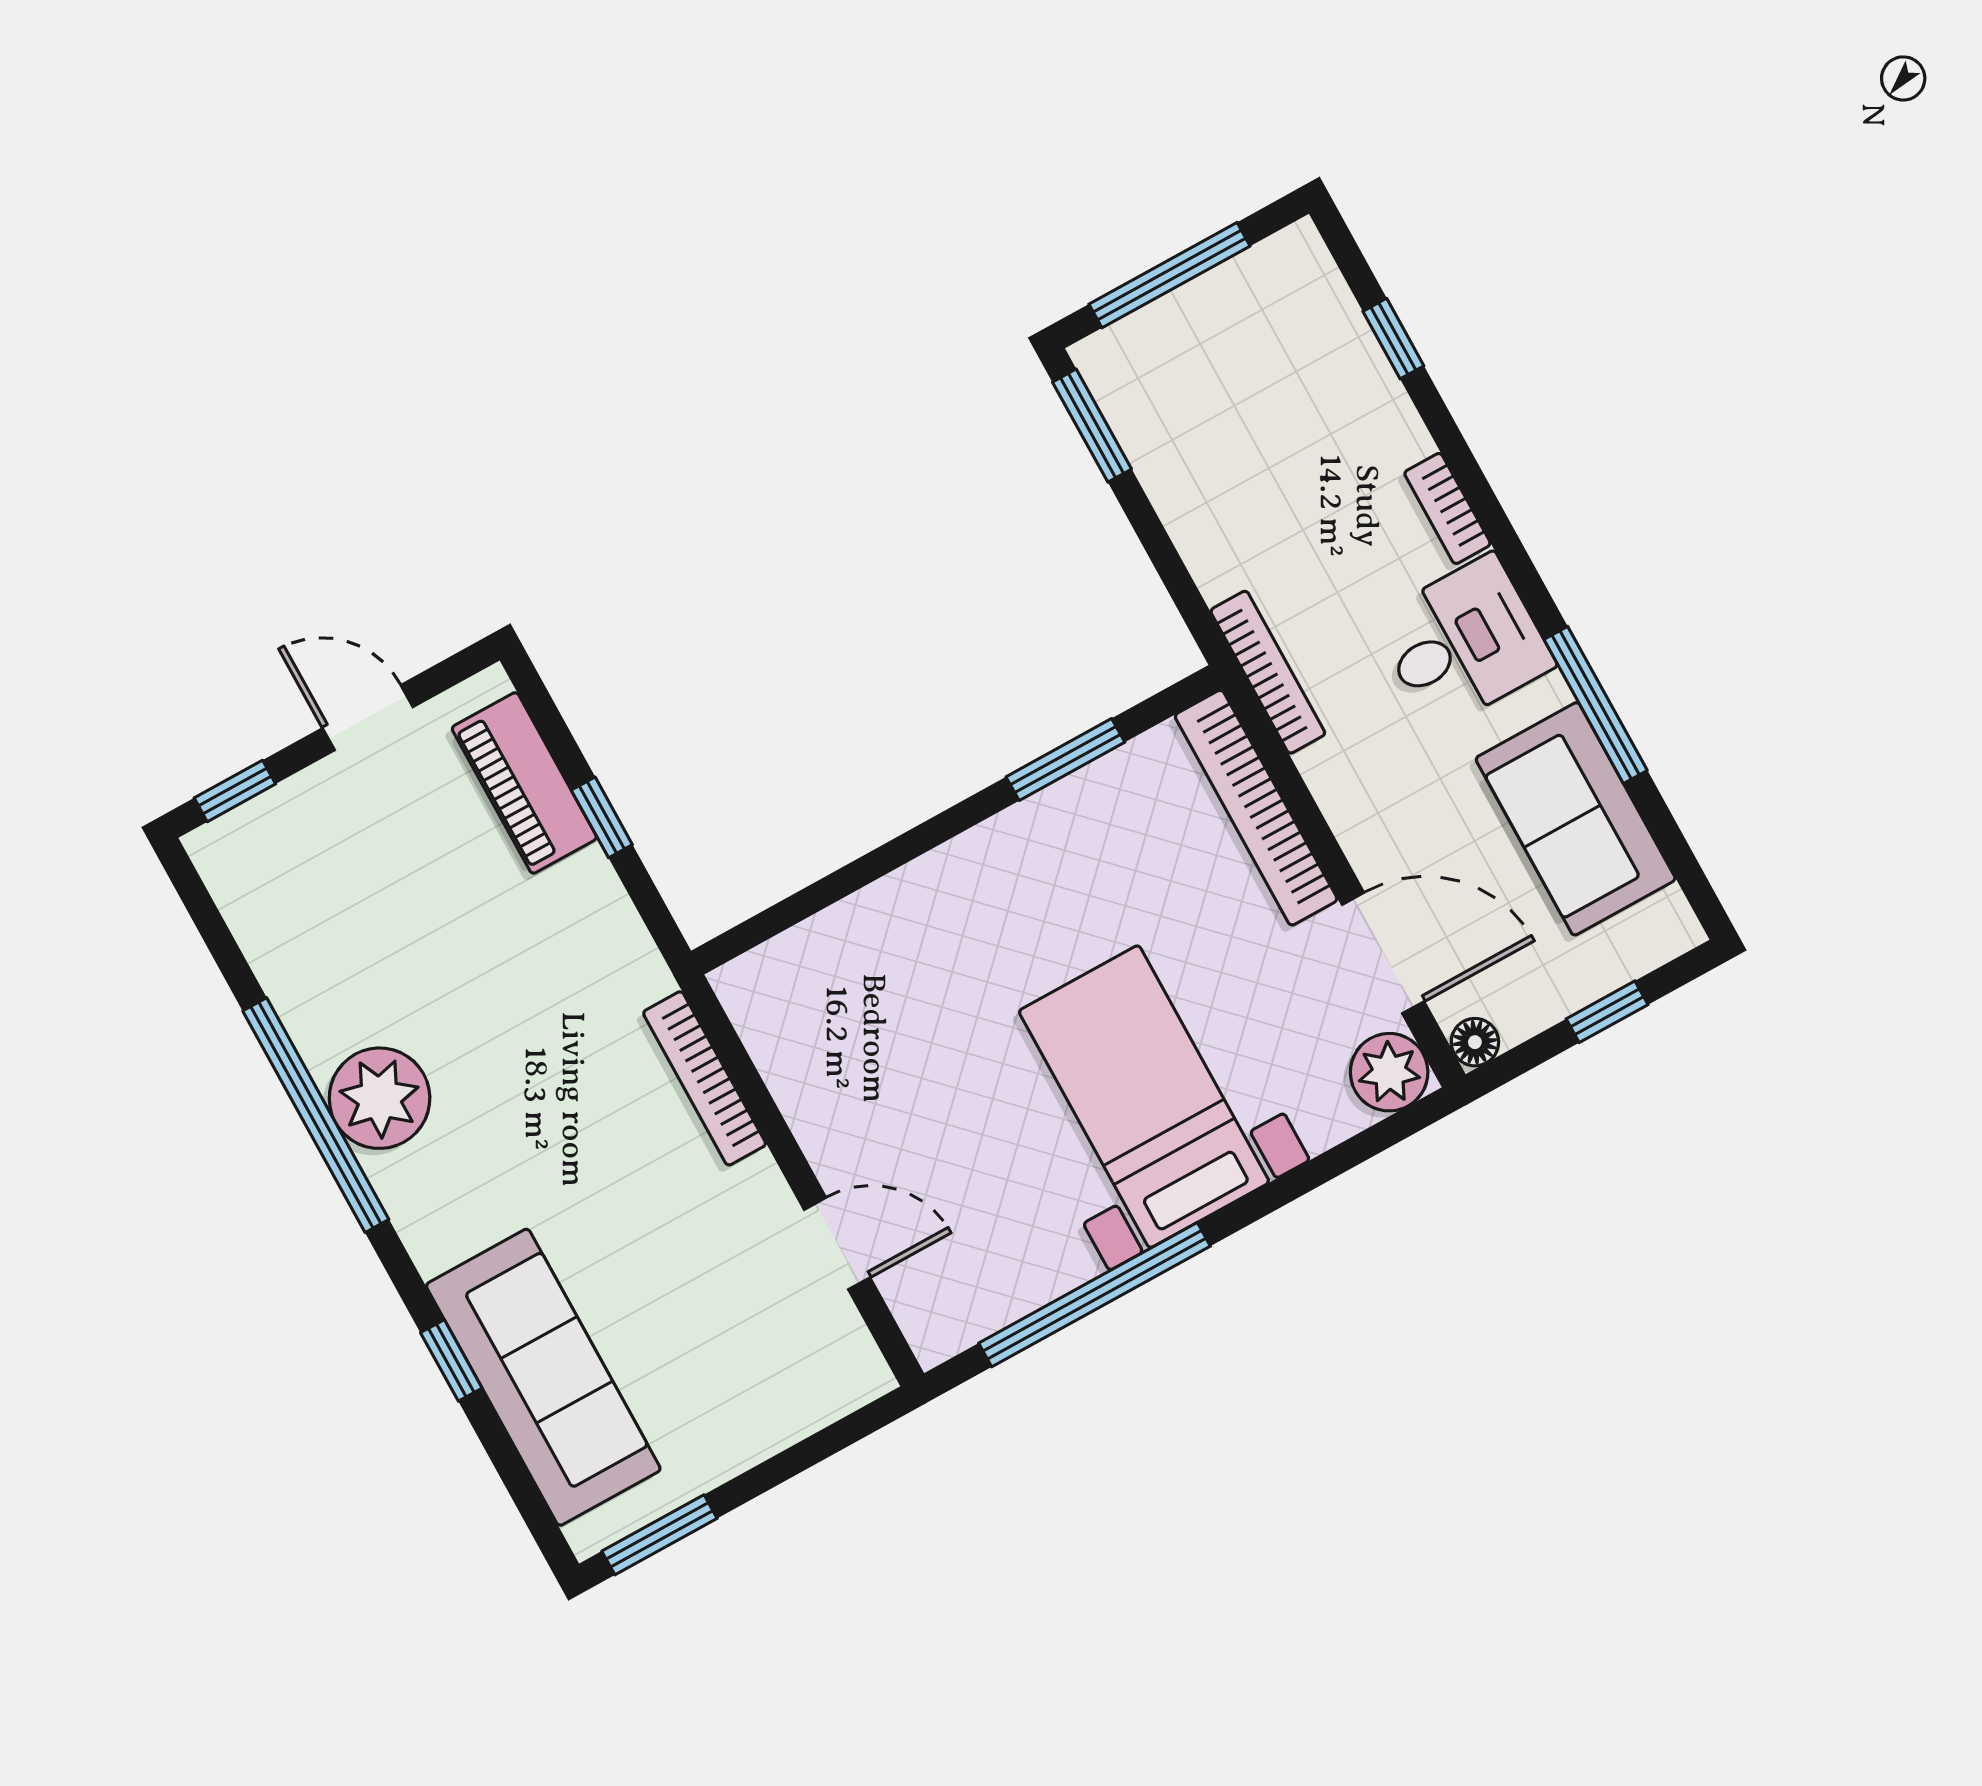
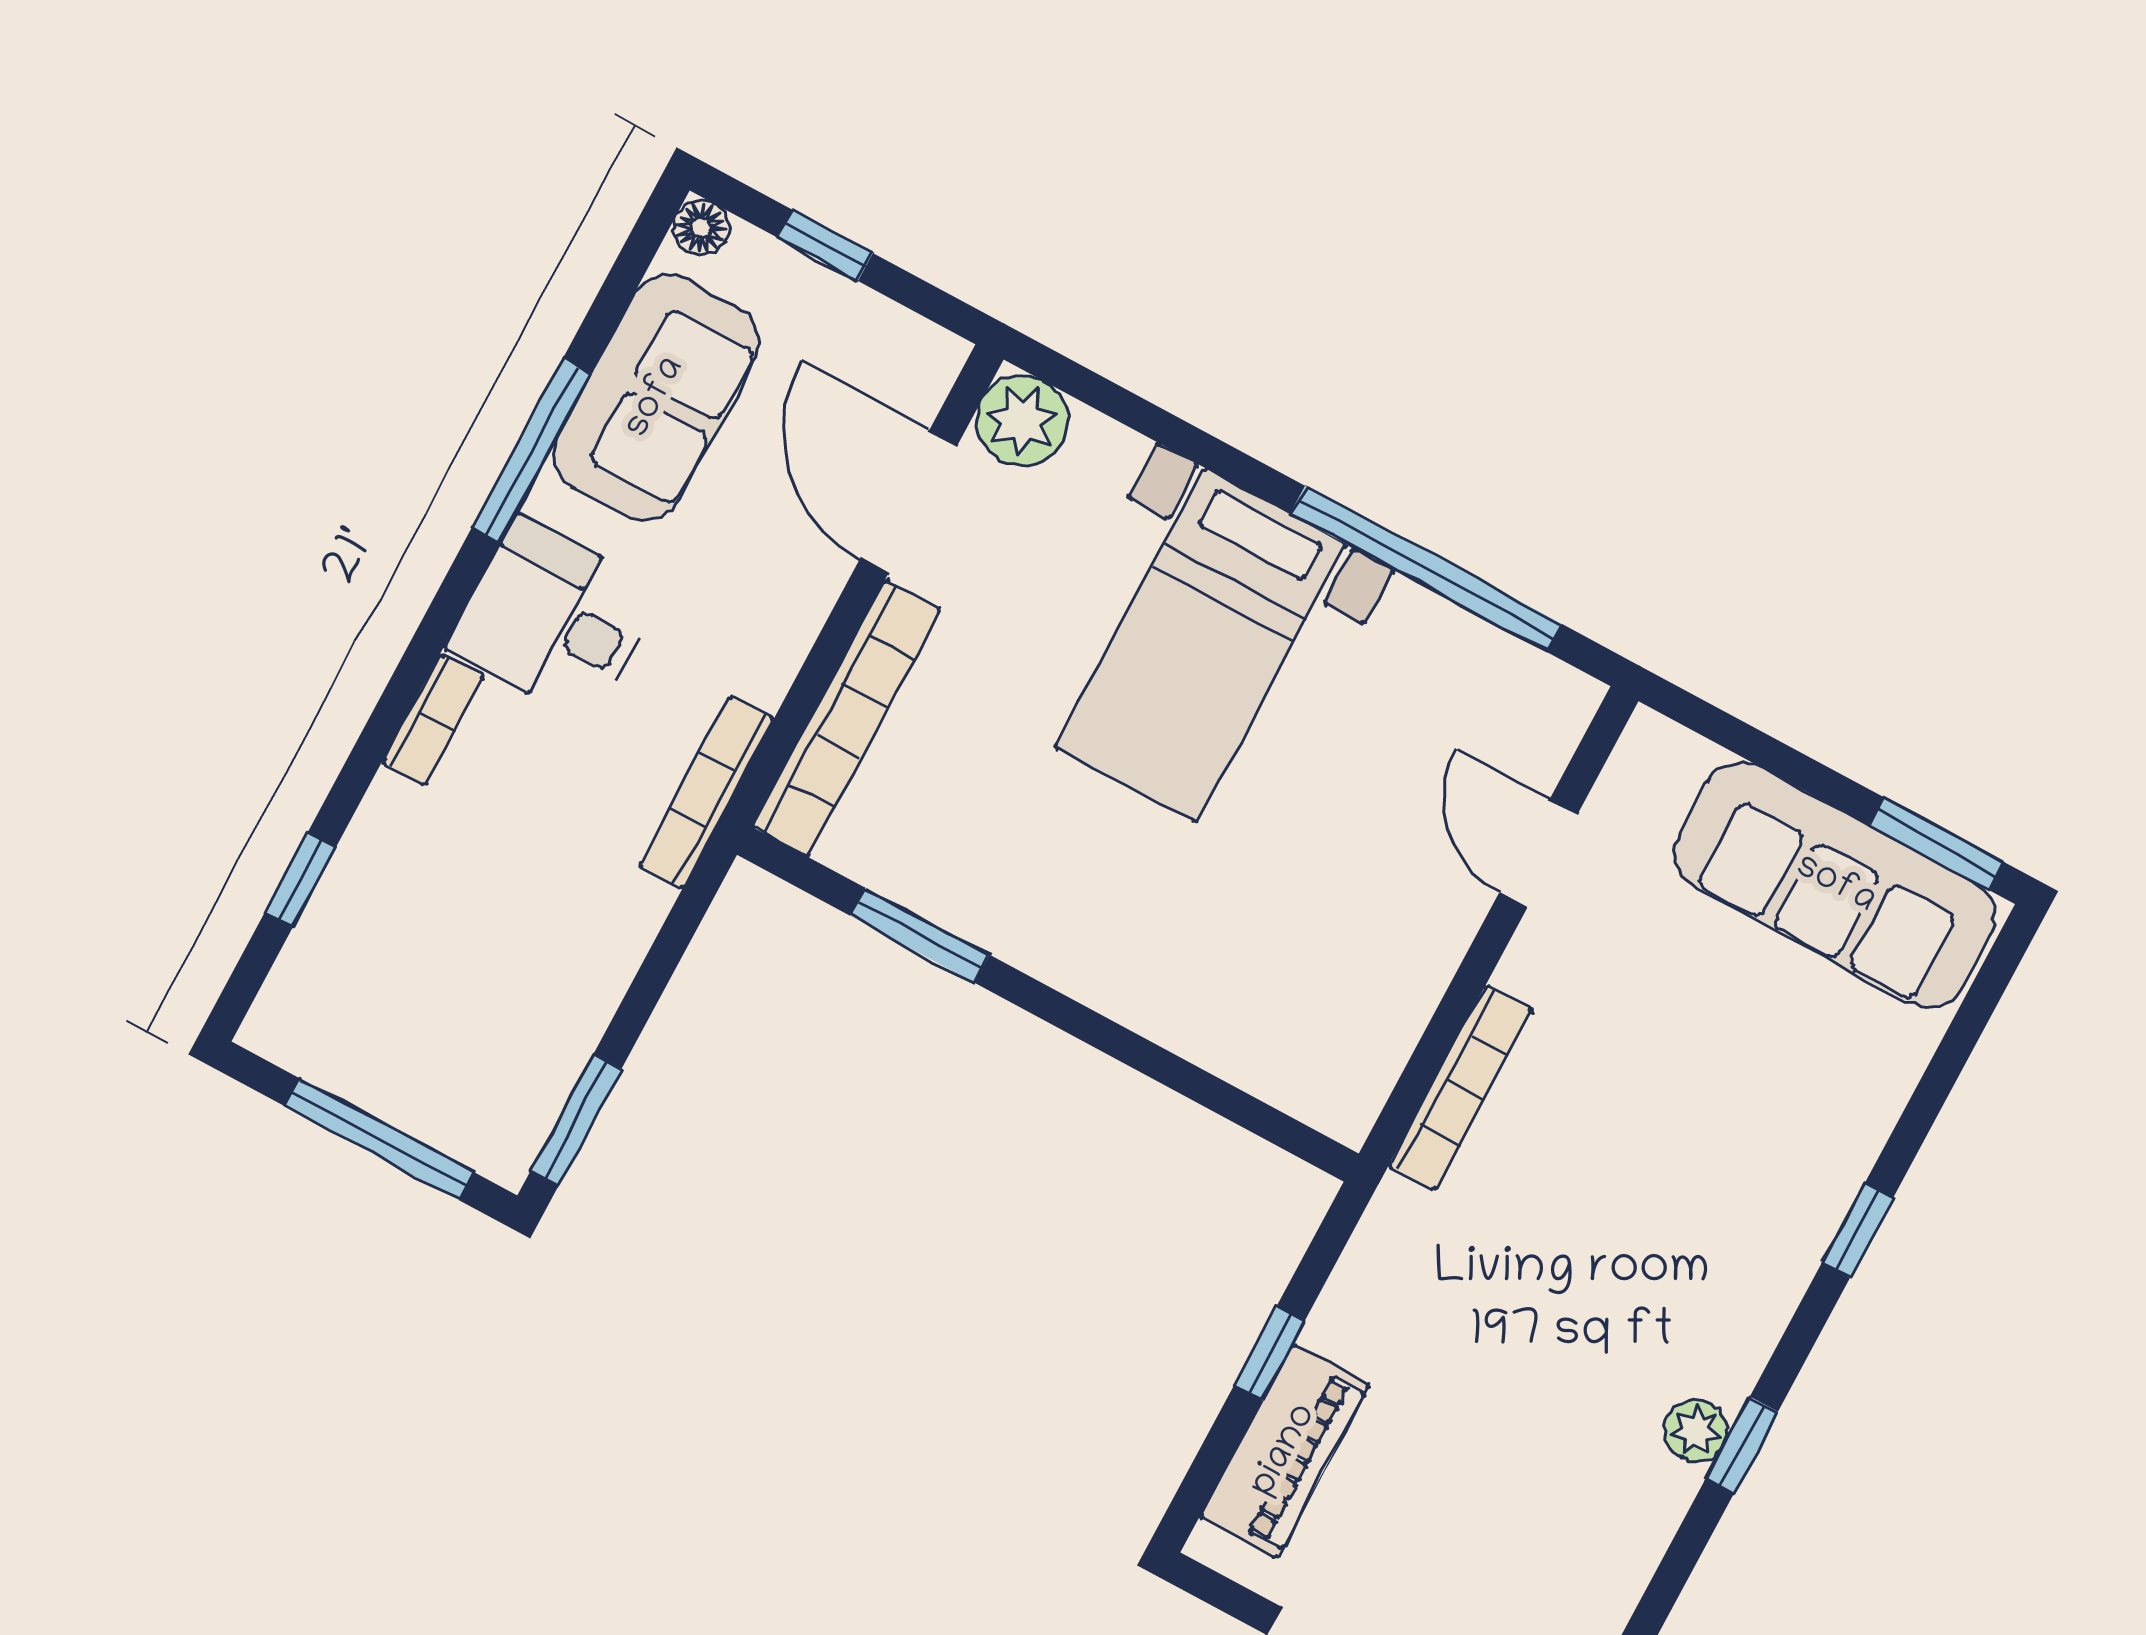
floor lamp: (1475, 1042) -> (701, 228), moved
plant: (380, 1098) -> (1696, 1431), width x0.53, depth x0.53
window: (316, 1115) -> (1742, 1445), width x0.32
window: (451, 1360) -> (1858, 1230), moved
sofa: (543, 1377) -> (1835, 885), moved, turned -90

